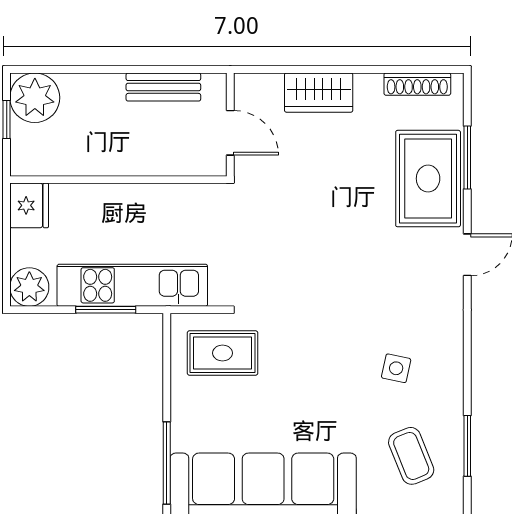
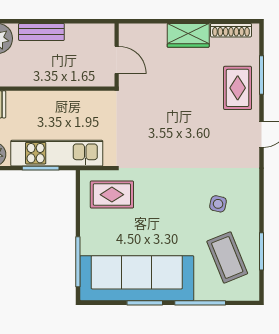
bench: (163, 87) -> (41, 32), moved
wardrobe: (319, 93) -> (188, 35), moved
rug: (428, 179) -> (238, 88), width x0.73, depth x0.70
coffee table: (411, 456) -> (227, 257), width x1.36, depth x1.30

